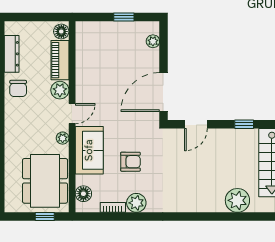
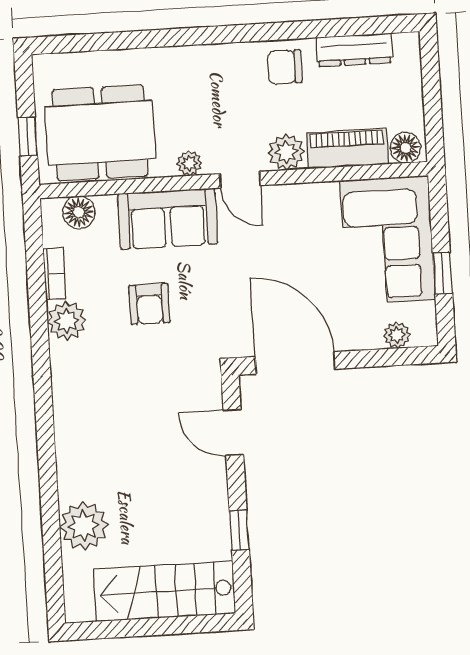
corner sofa: (106, 43) -> (388, 240), added

